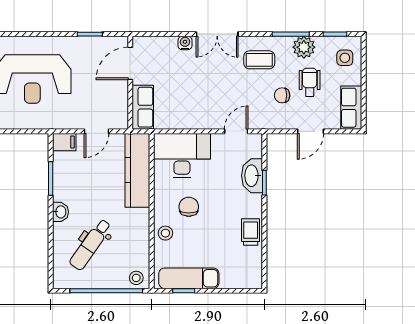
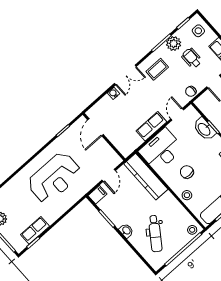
chair: (282, 95) -> (191, 91), moved
row of seats: (143, 107) -> (151, 126), moved, turned -90

